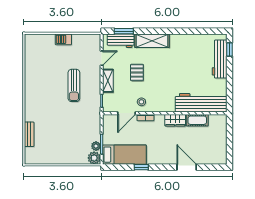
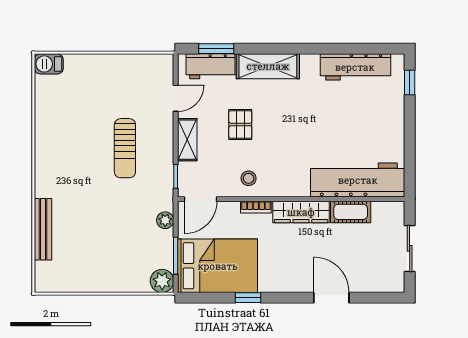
barbecue: (63, 39) -> (49, 64), moved
workbench: (220, 59) -> (355, 67), moved, turned -90
door: (127, 113) -> (201, 199), moved
wardrobe: (175, 120) -> (301, 212), width x1.50
bench: (29, 134) -> (43, 229), width x1.36
sliding door: (229, 140) -> (410, 248), added
plant: (96, 146) -> (165, 220), moved
bed: (124, 155) -> (218, 266), width x1.50

